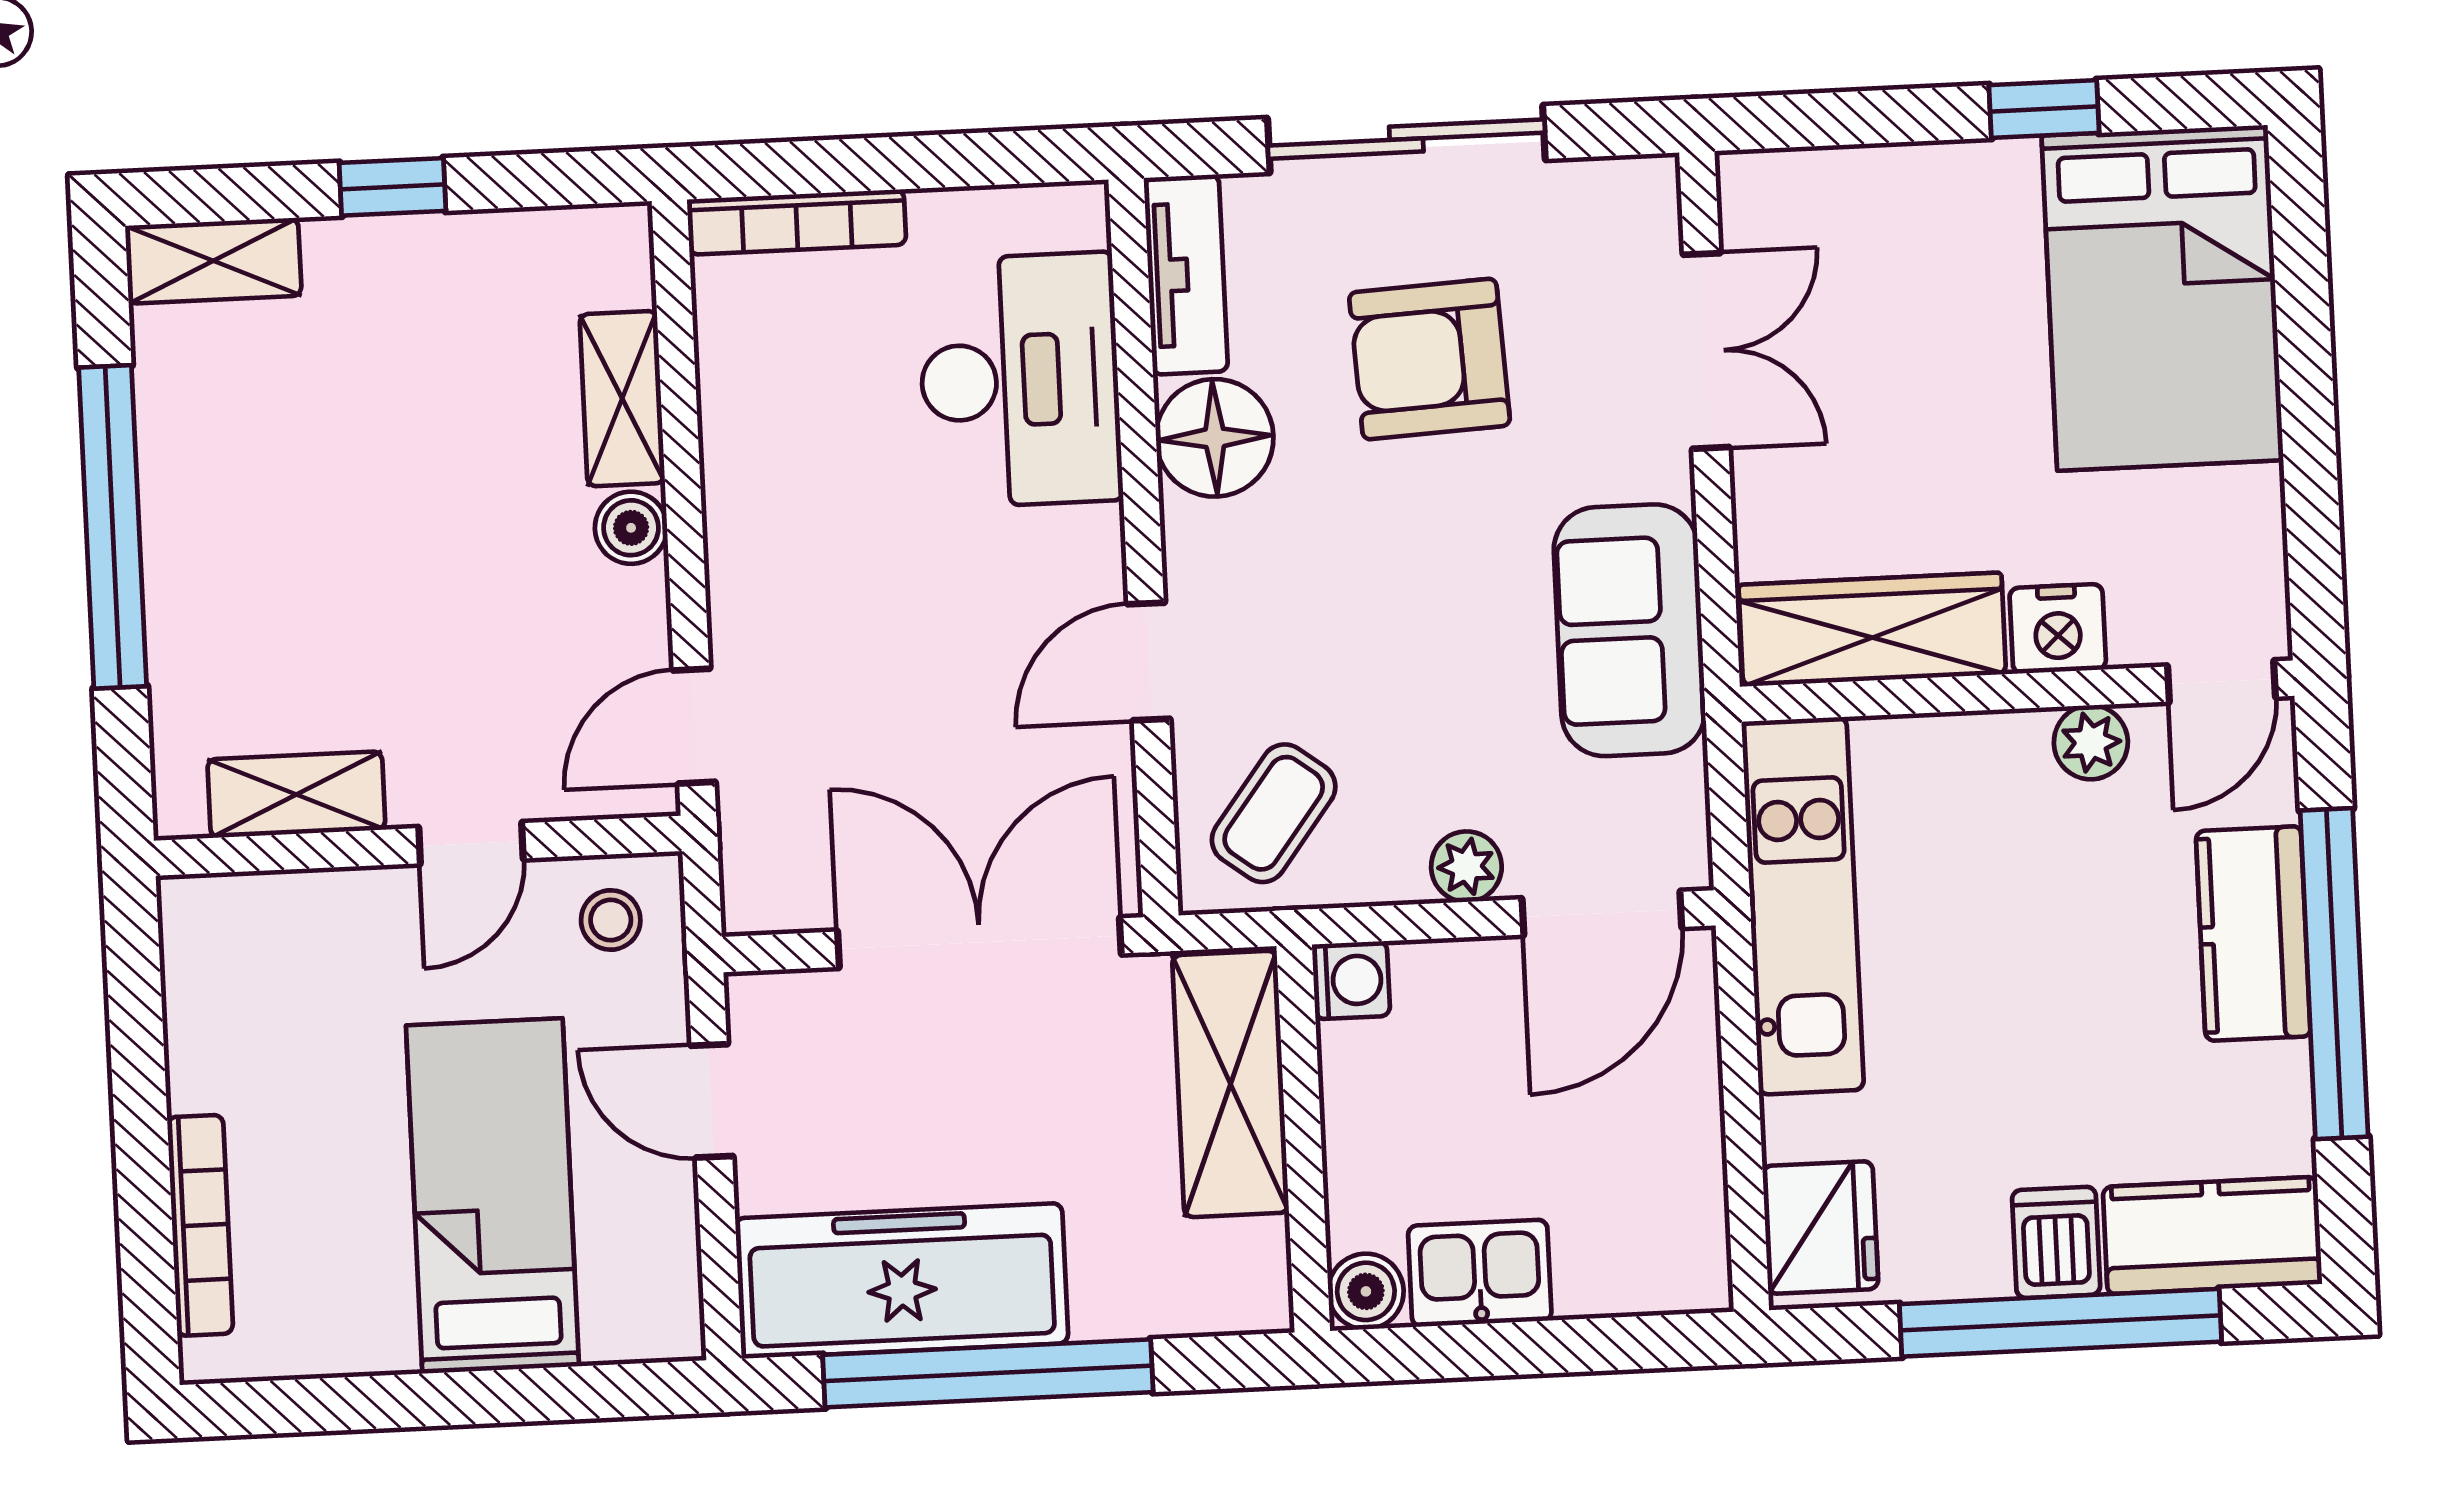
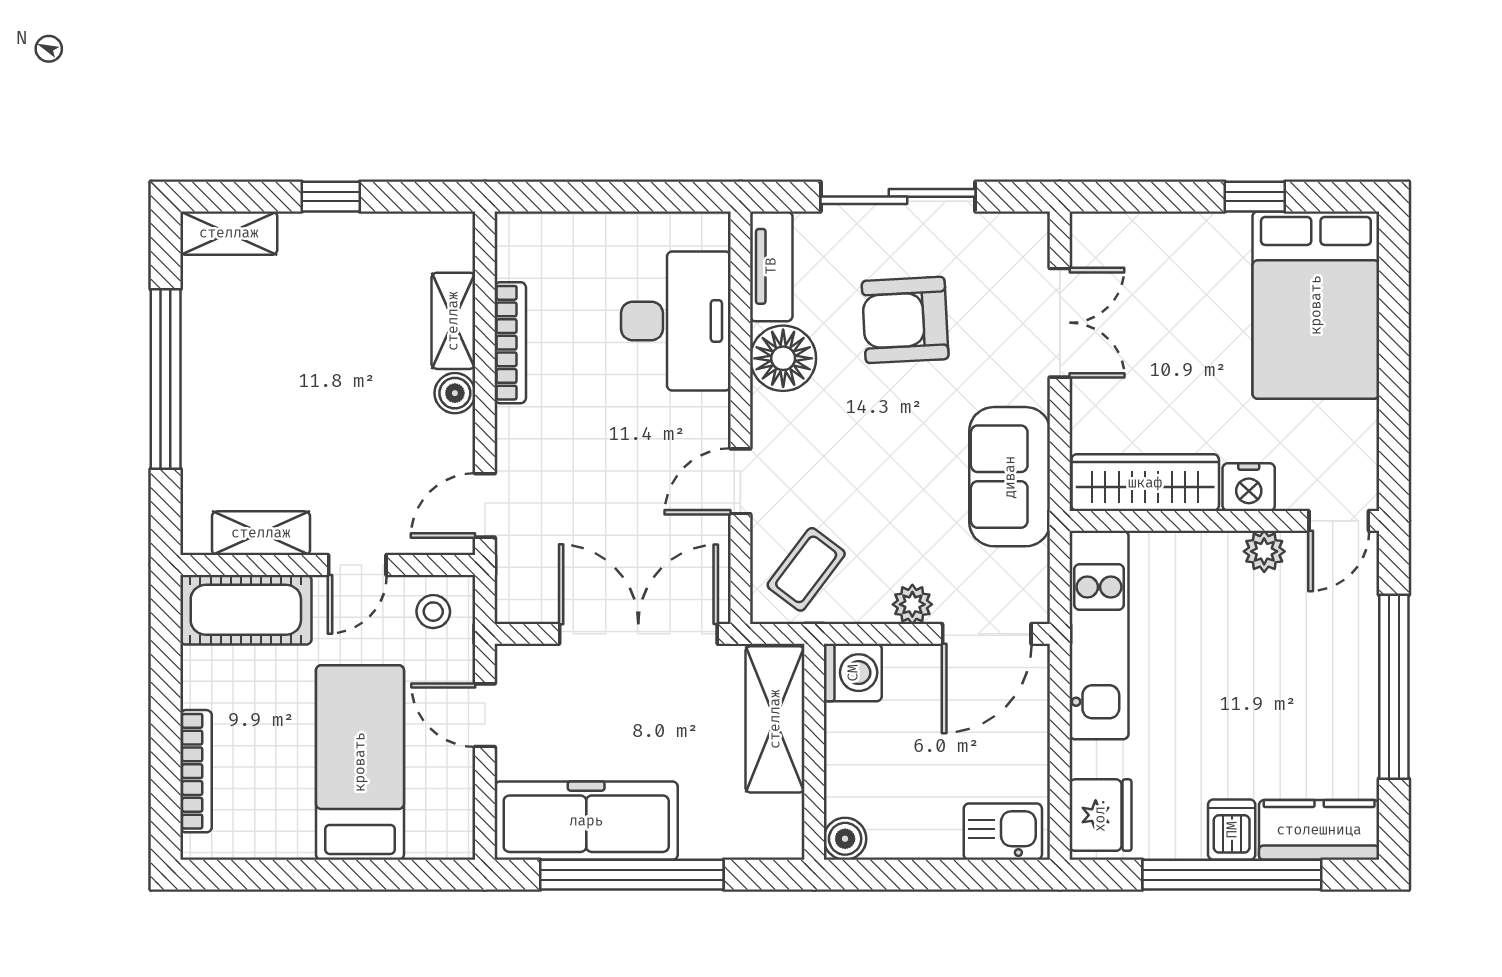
bookcase: (797, 222) -> (510, 343), moved, turned -90
cot: (276, 933) -> (246, 610), added
kitchen counter: (2253, 934) -> (1350, 662), removed
washing machine: (1351, 980) -> (853, 673), width x1.38, depth x1.38
kitchen sink: (1480, 1273) -> (1003, 832), moved

